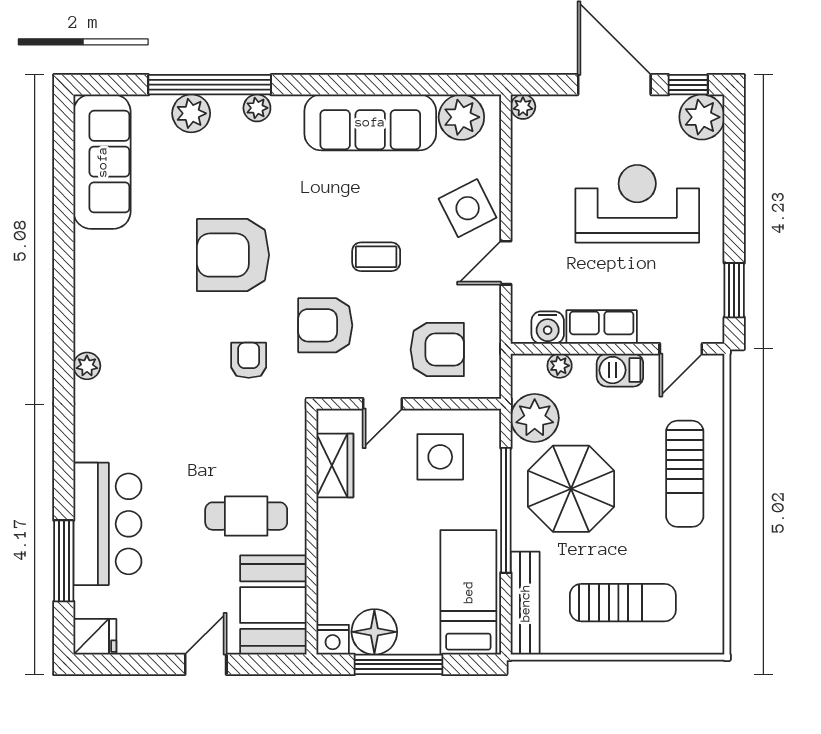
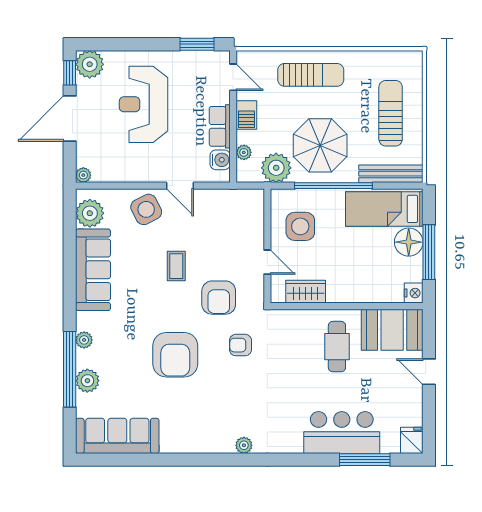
armchair: (437, 350) -> (234, 228), removed
floor lamp: (374, 632) -> (409, 242), moved

